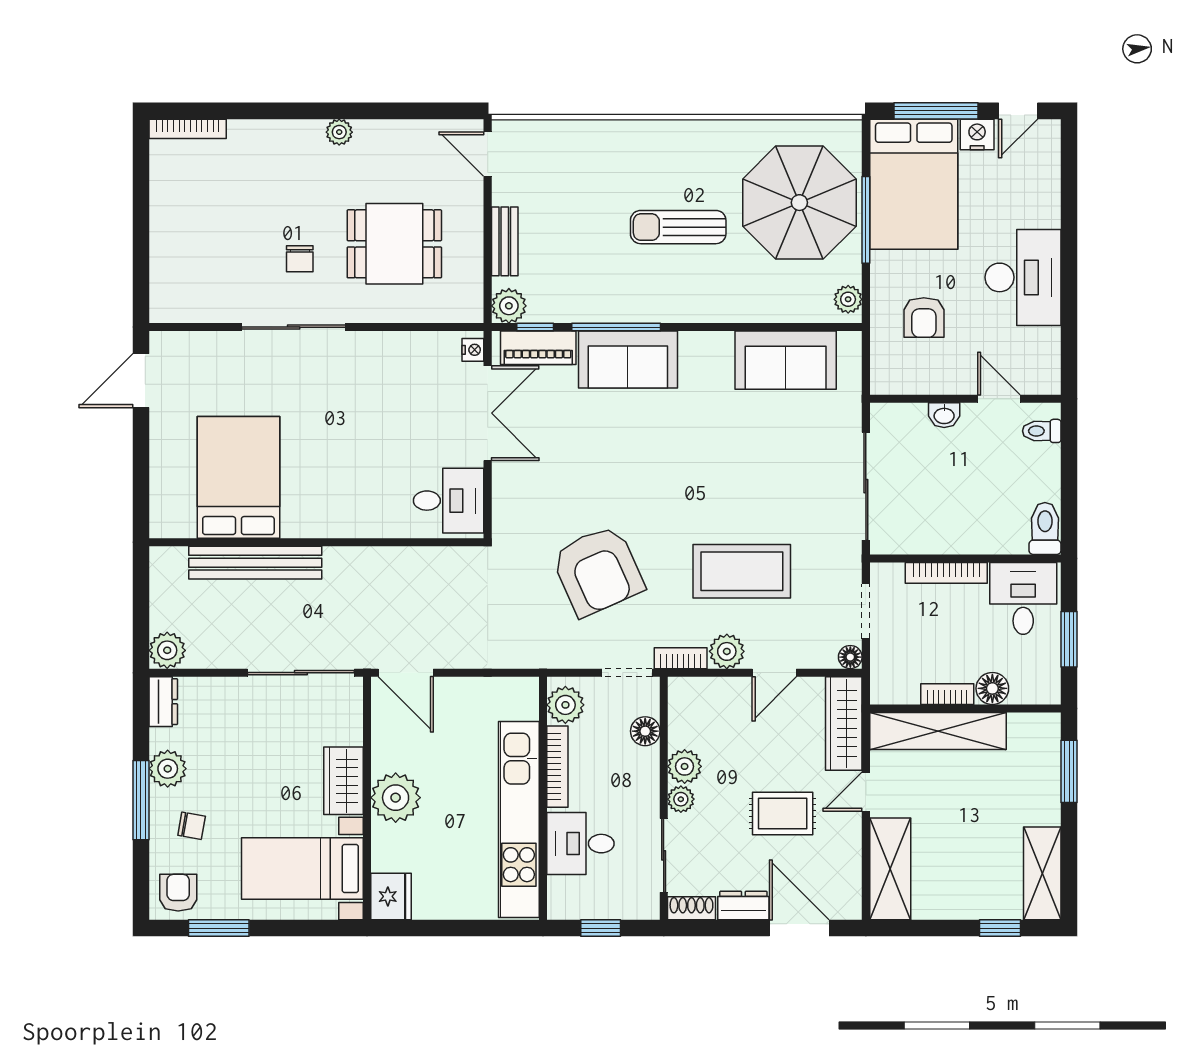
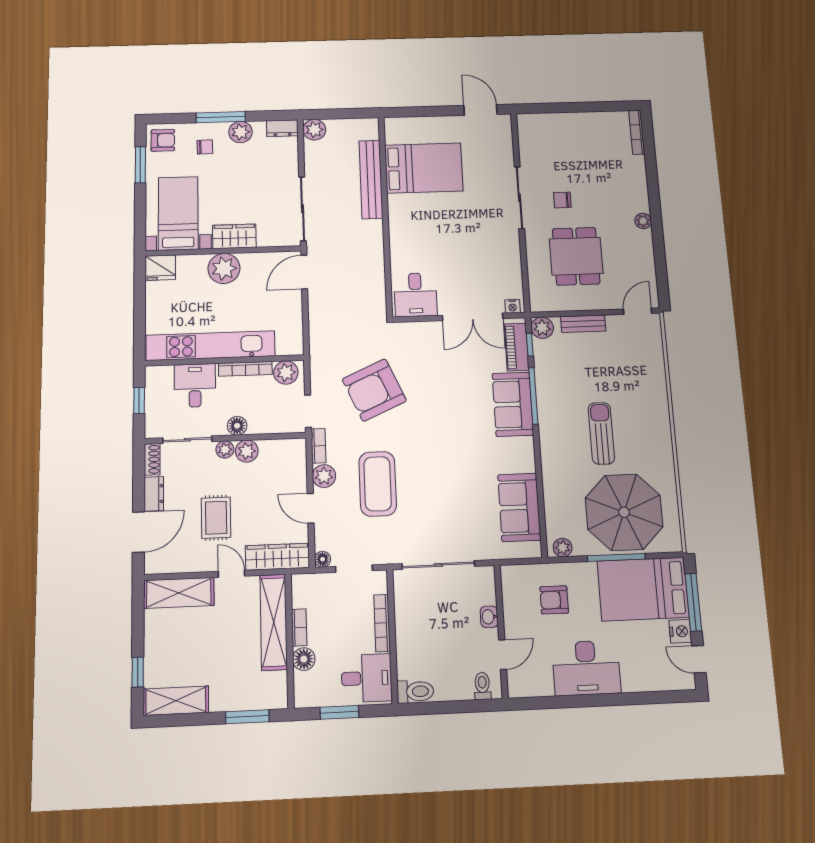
floor lamp: (645, 731) -> (237, 426), moved
chair: (192, 826) -> (205, 147), turned -101

